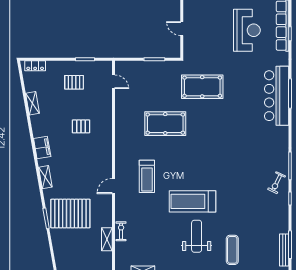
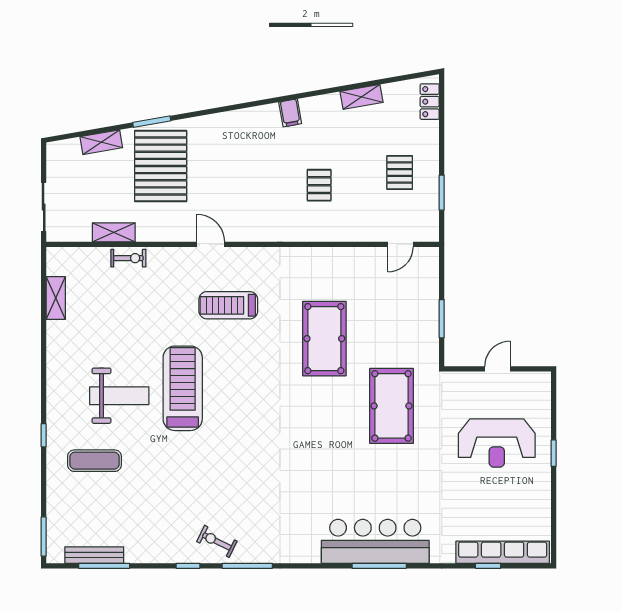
reception desk: (247, 30) -> (497, 443), moved
filing cabinet: (42, 147) -> (290, 113), width x0.50
shelving: (45, 177) -> (101, 142), moved

